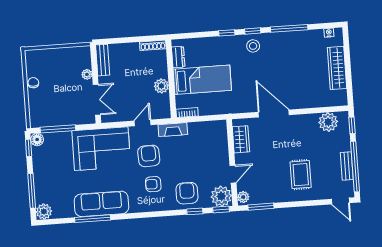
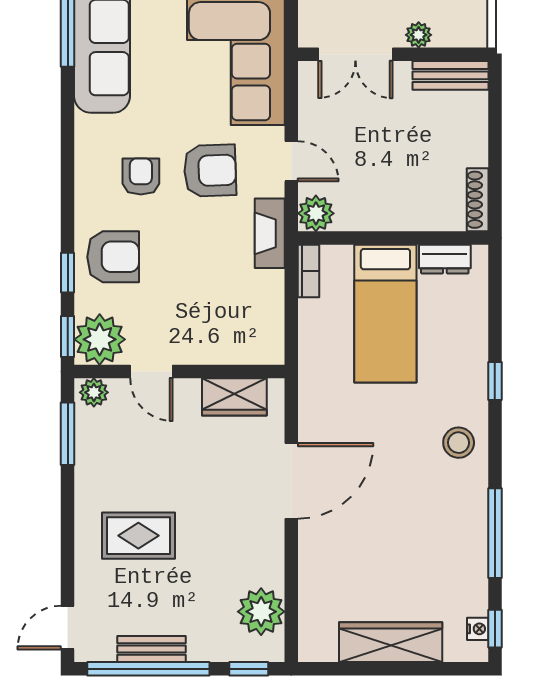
window: (253, 31) -> (495, 629), moved
plant: (161, 86) -> (316, 213), moved

